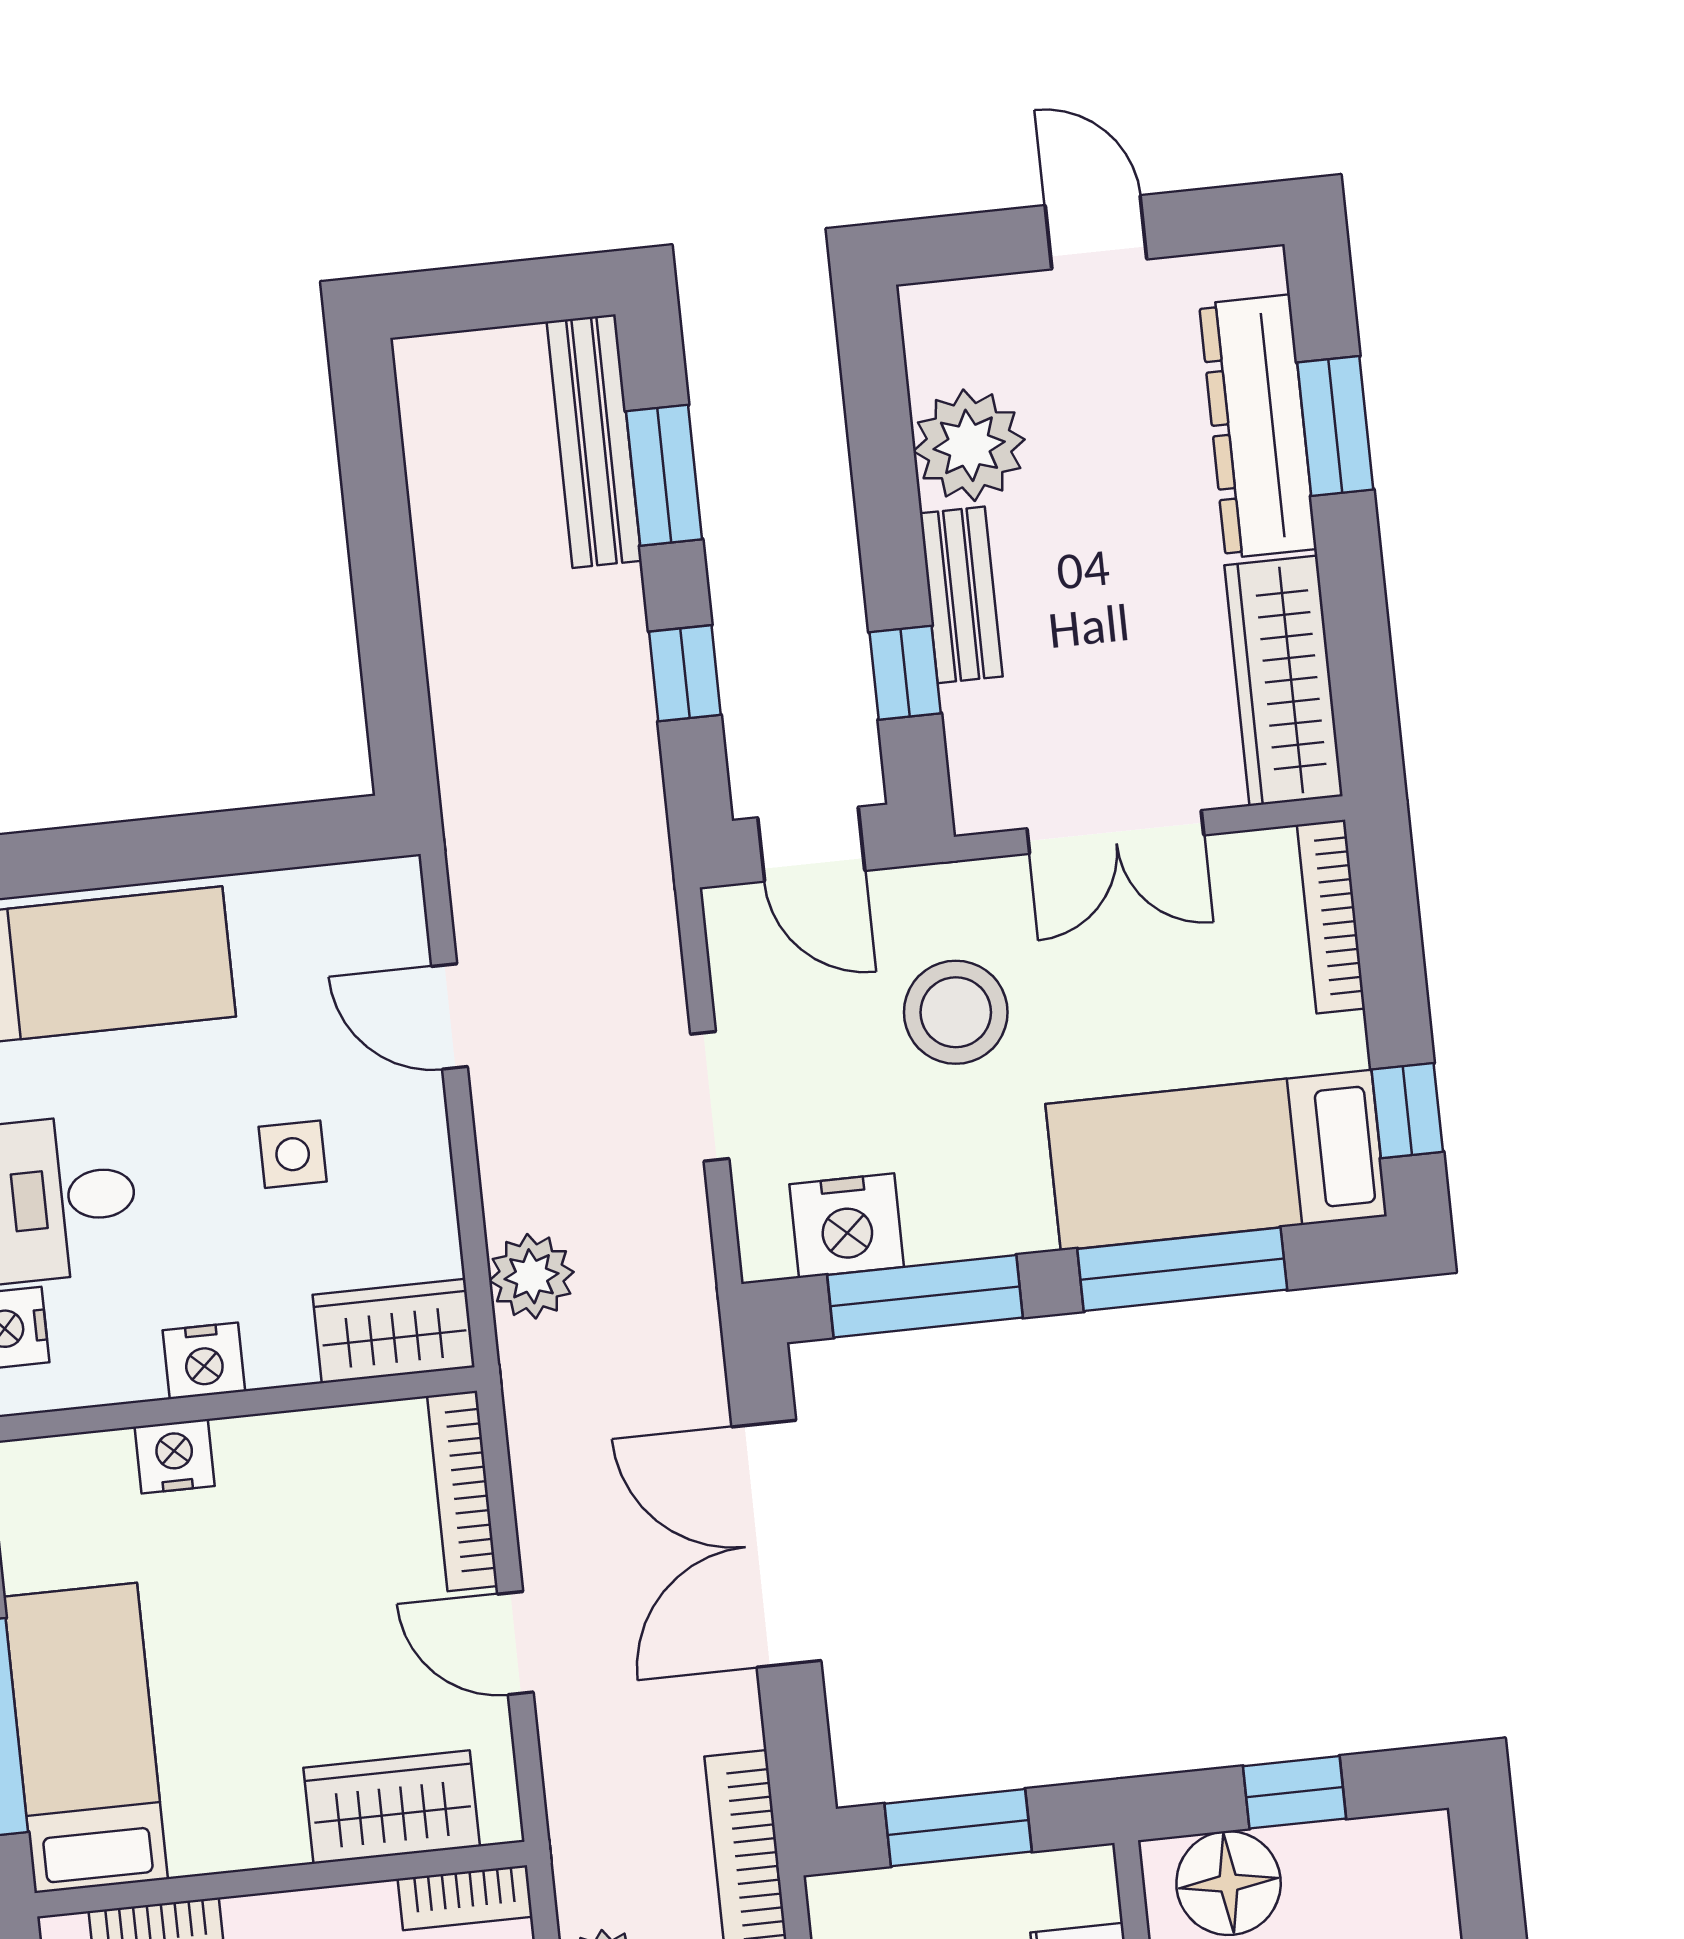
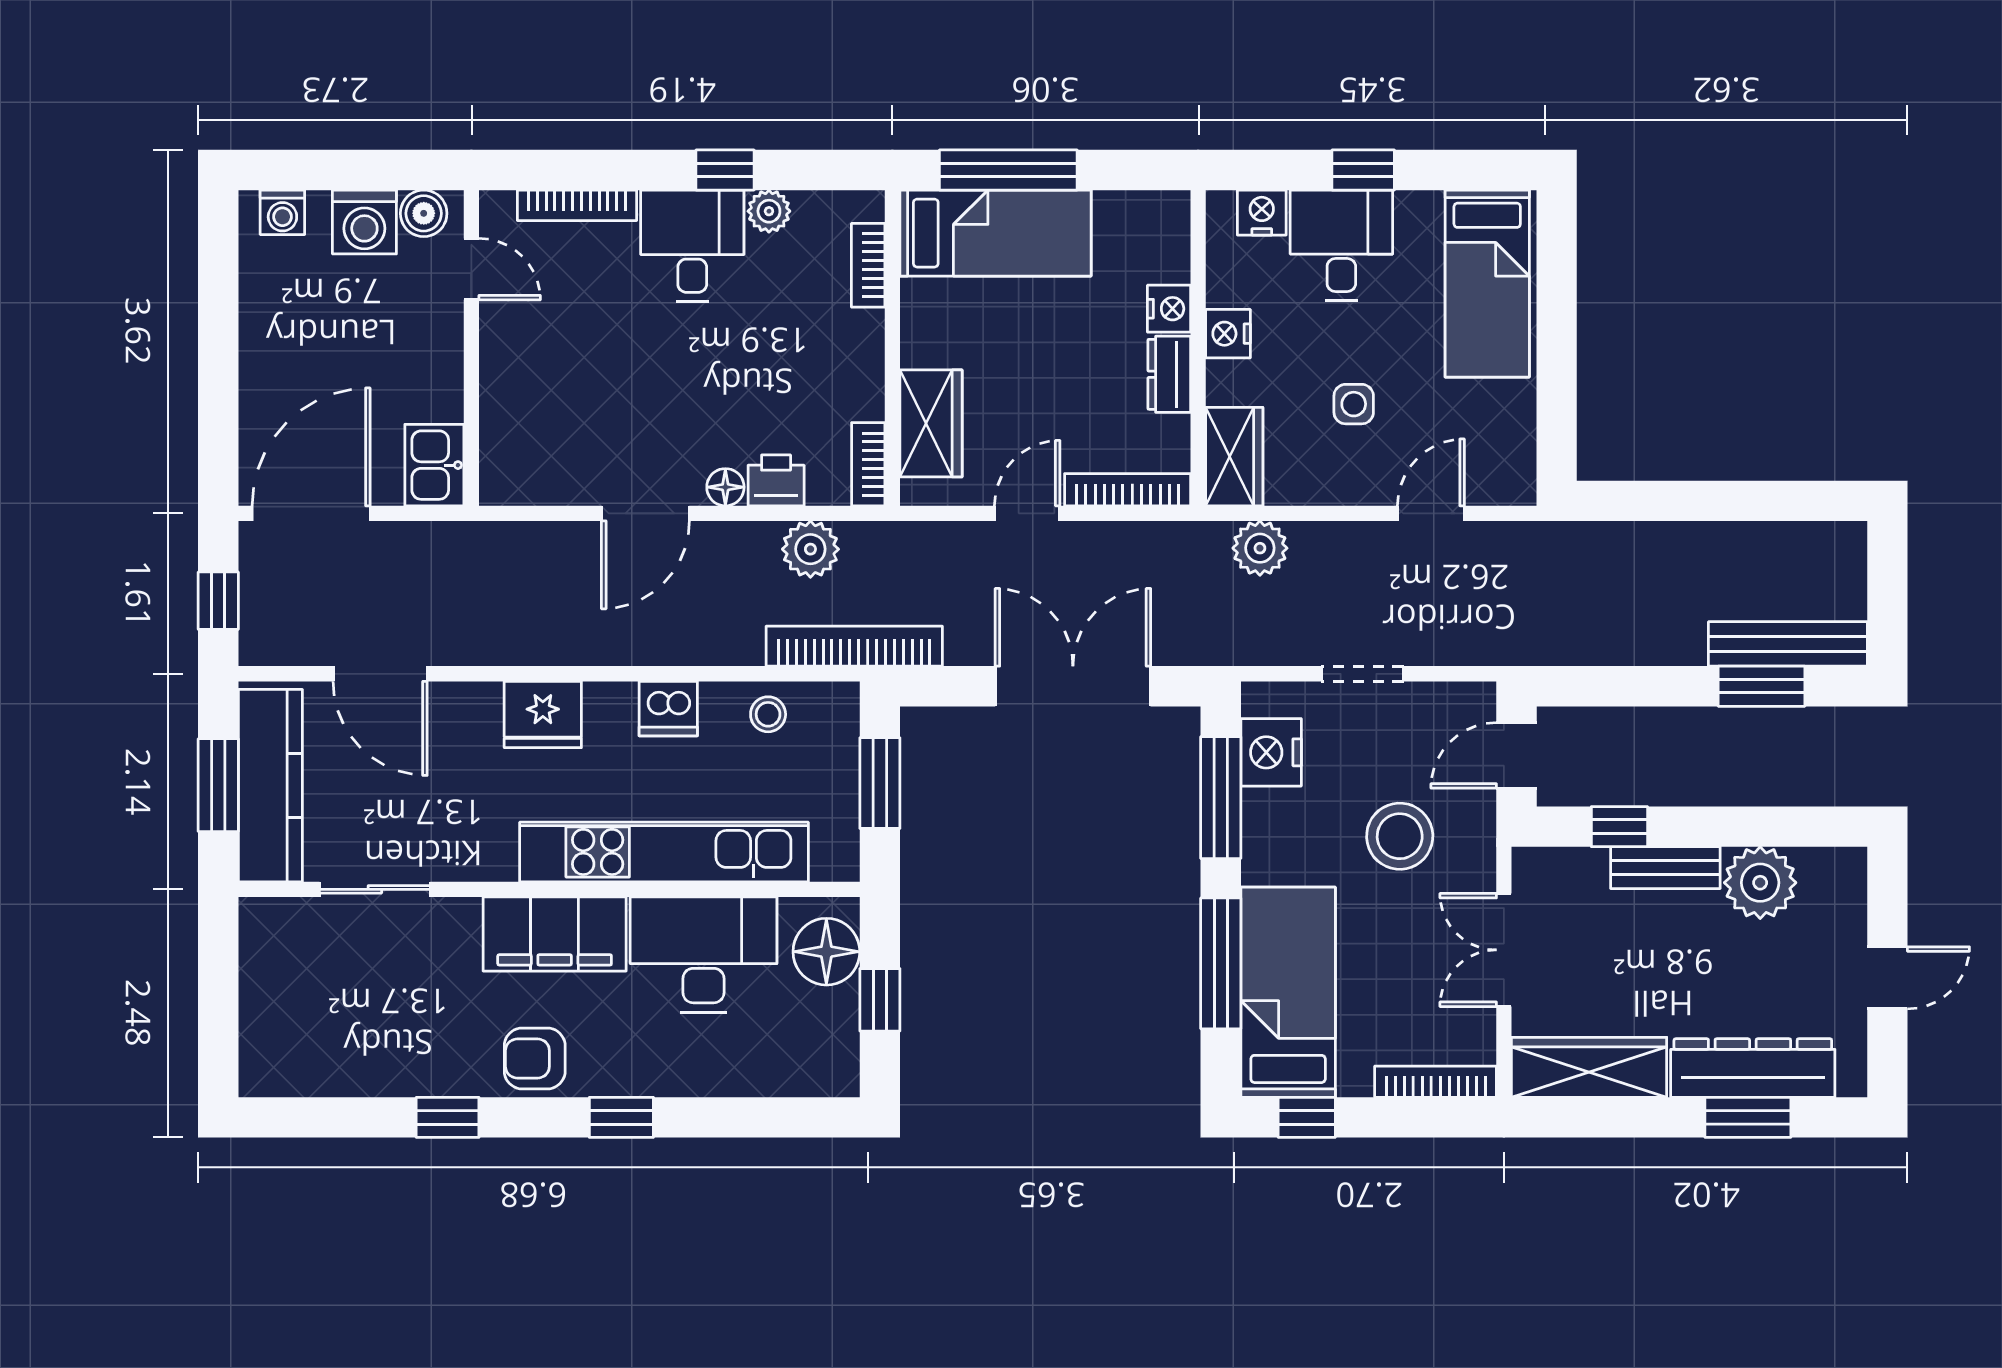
window: (685, 673) -> (1634, 686), removed
dresser: (276, 1445) -> (1169, 374), added

